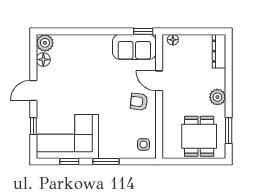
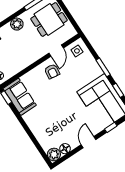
door: (159, 81) -> (56, 51), moved
door: (33, 90) -> (88, 142), swing flipped

